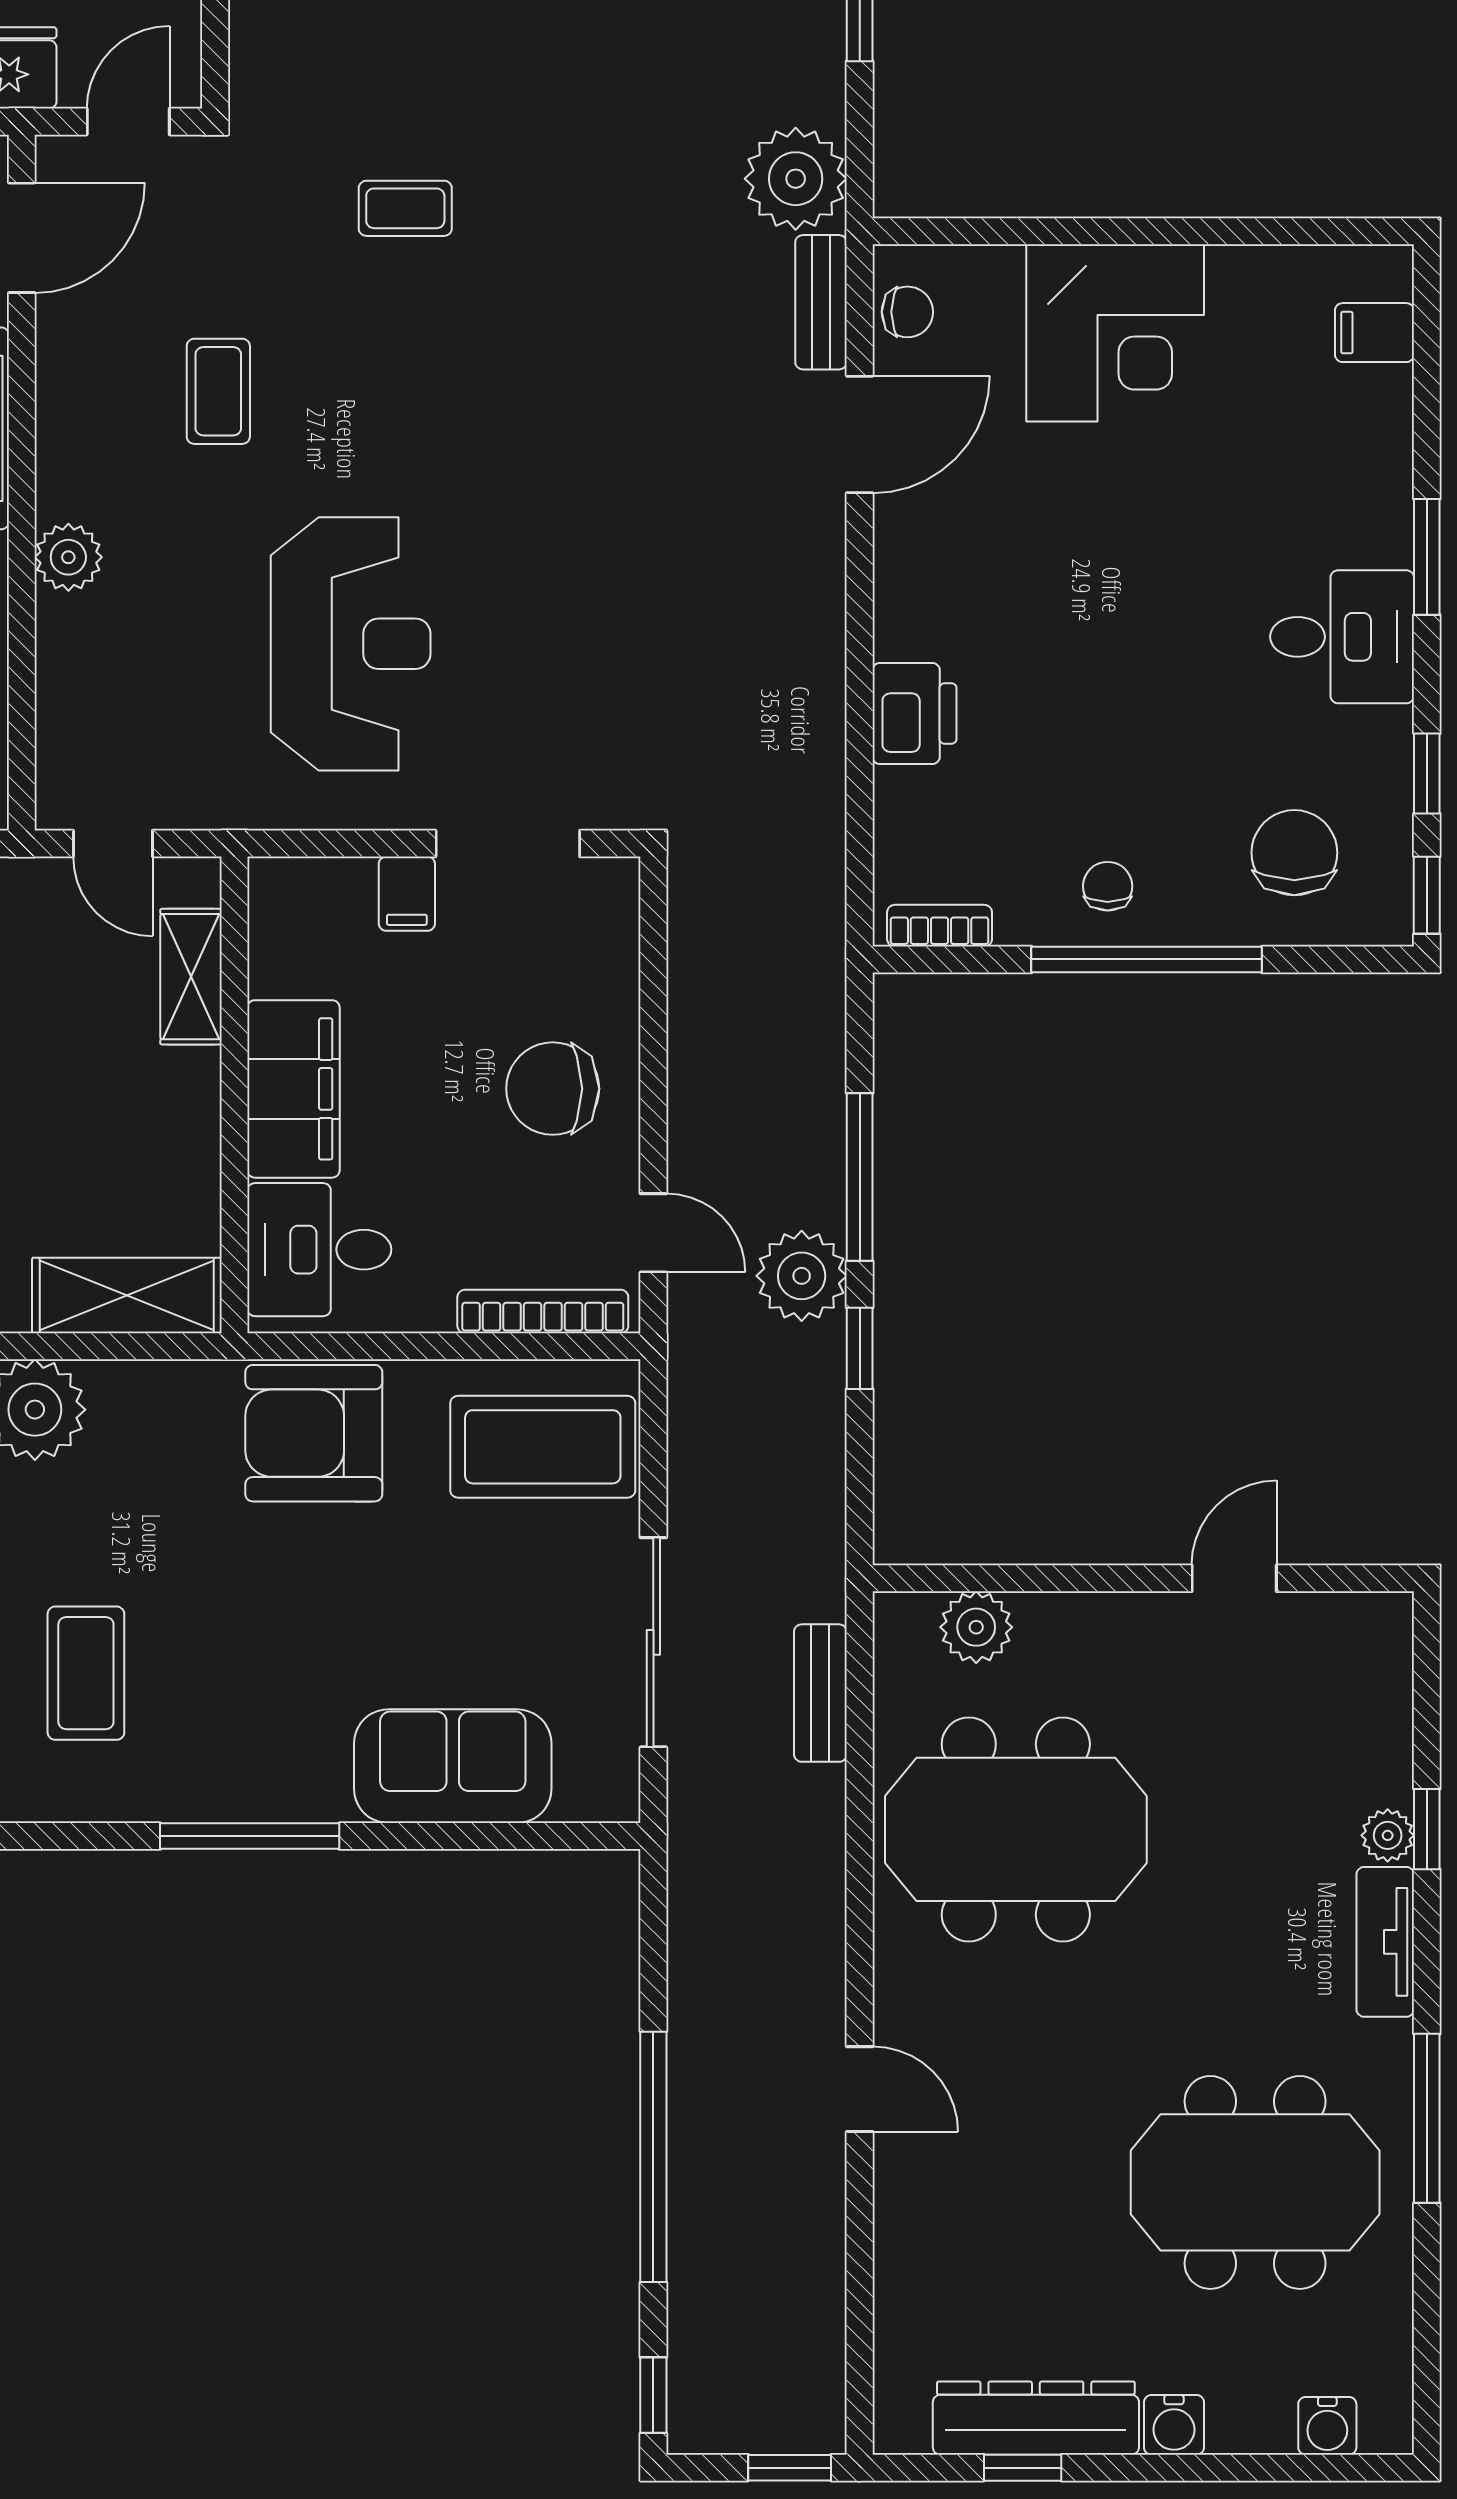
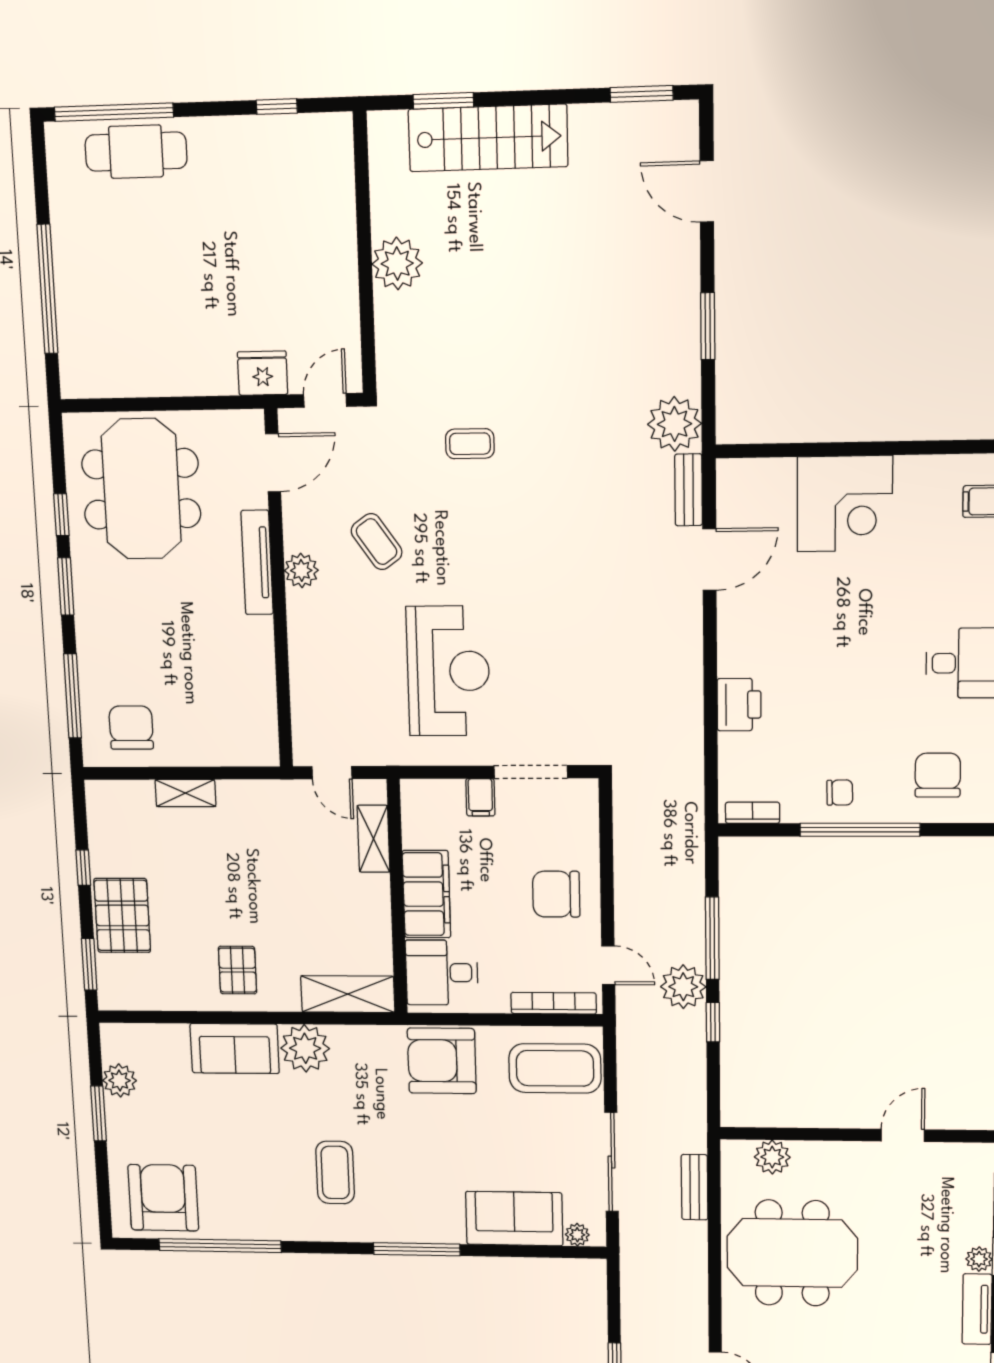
chair: (907, 312) -> (734, 494), removed
coffee table: (218, 391) -> (377, 542), turned -35
plant: (68, 557) -> (301, 570), moved
chair: (1108, 886) -> (840, 793), turned 89
plant: (581, 1799) -> (577, 1235), added

